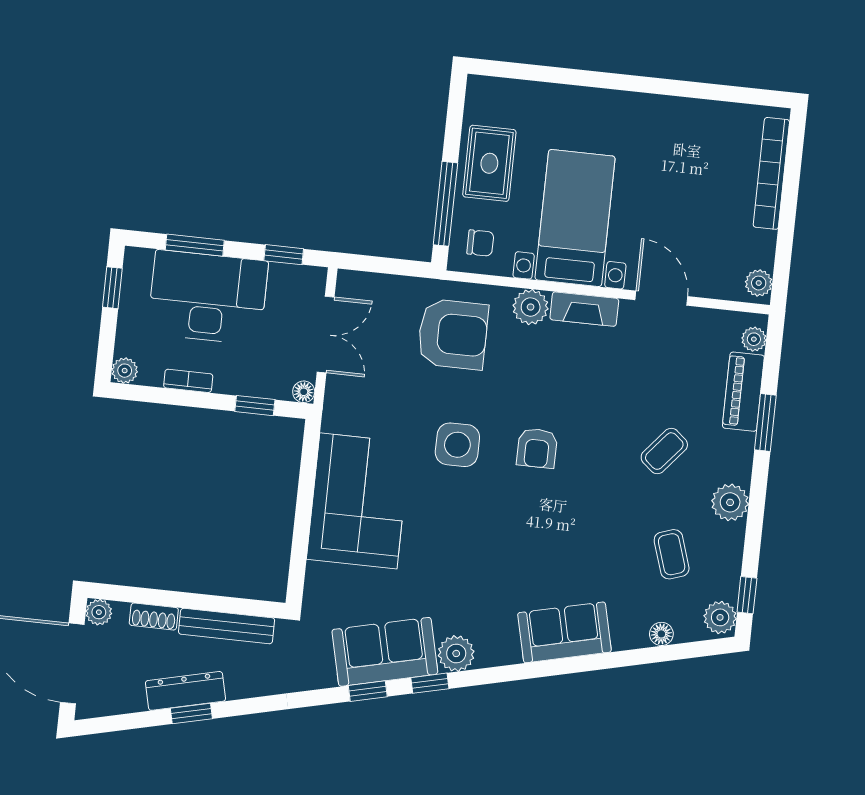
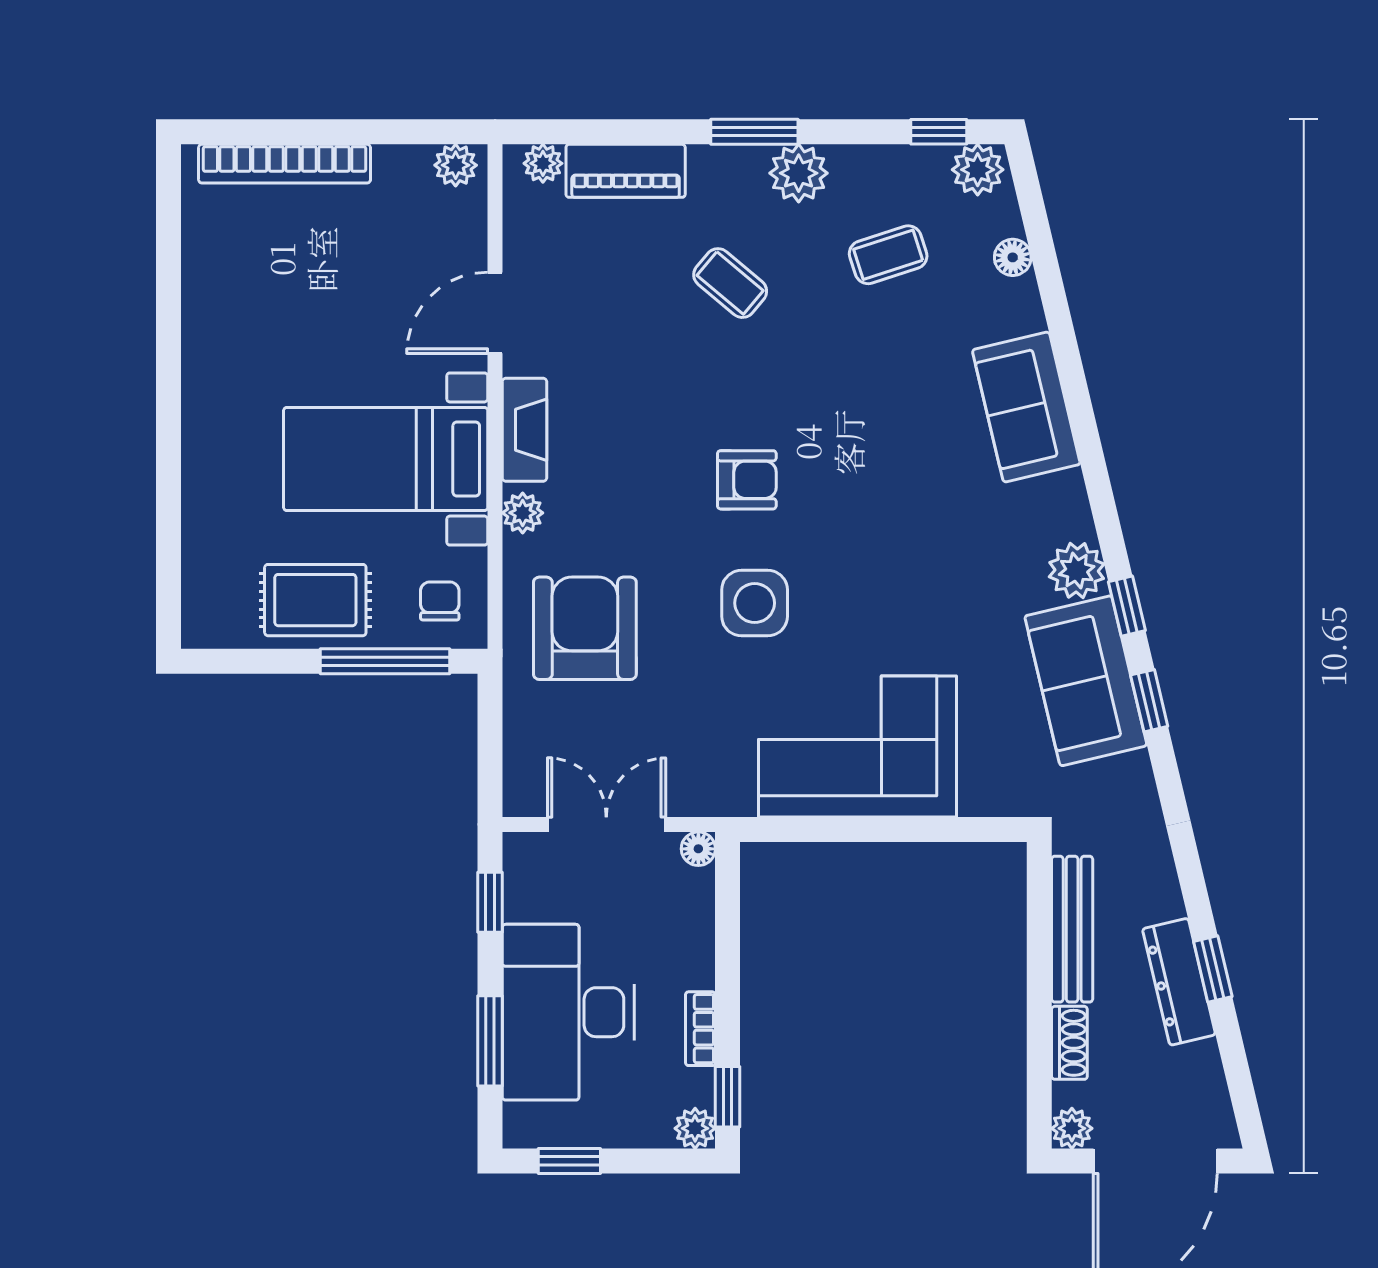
plant: (531, 307) -> (523, 513), width x0.73, depth x0.73
window: (255, 406) -> (728, 1097), moved
window: (765, 423) -> (754, 132), moved

